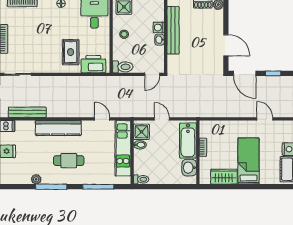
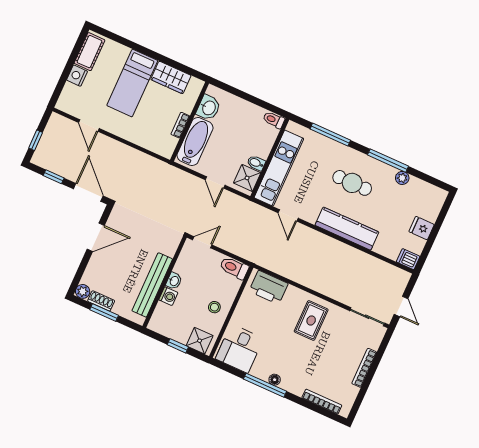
door: (226, 45) -> (96, 237), swing flipped
rug: (71, 52) -> (311, 320), moved
bench: (27, 112) -> (376, 265), removed

